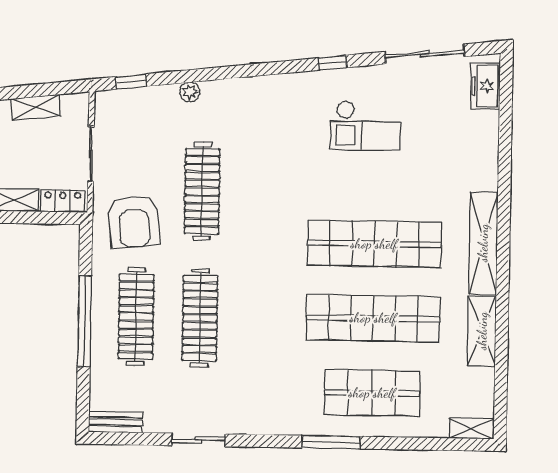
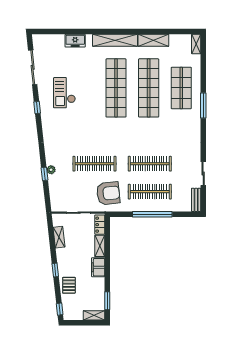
window: (131, 82) -> (45, 174), moved
freezer: (485, 86) -> (75, 41), moved
checkout: (366, 126) -> (64, 93), turned 180
sliding door: (198, 440) -> (203, 174), moved

